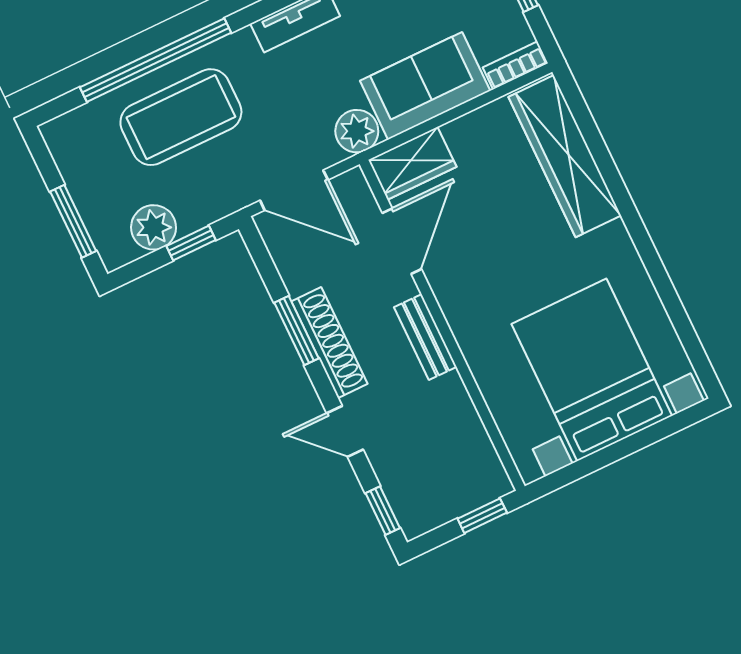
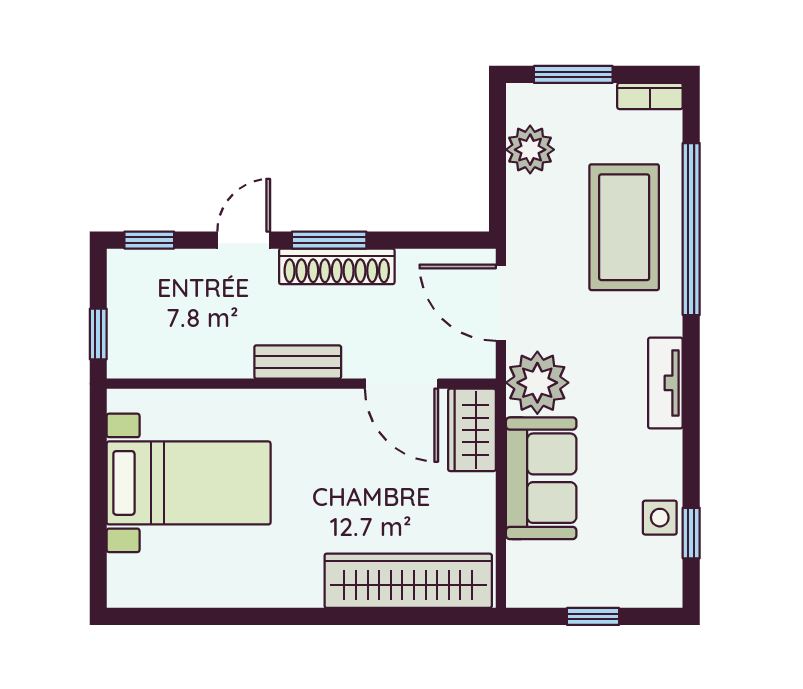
bookcase: (515, 65) -> (650, 96), moved, turned 90
plant: (357, 131) -> (537, 383), width x1.36, depth x1.36
door: (294, 190) -> (501, 303), hinge flipped
window: (191, 243) -> (497, 179), removed
window: (296, 330) -> (329, 240), moved
bed with nightstands: (592, 370) -> (189, 483), width x0.73

